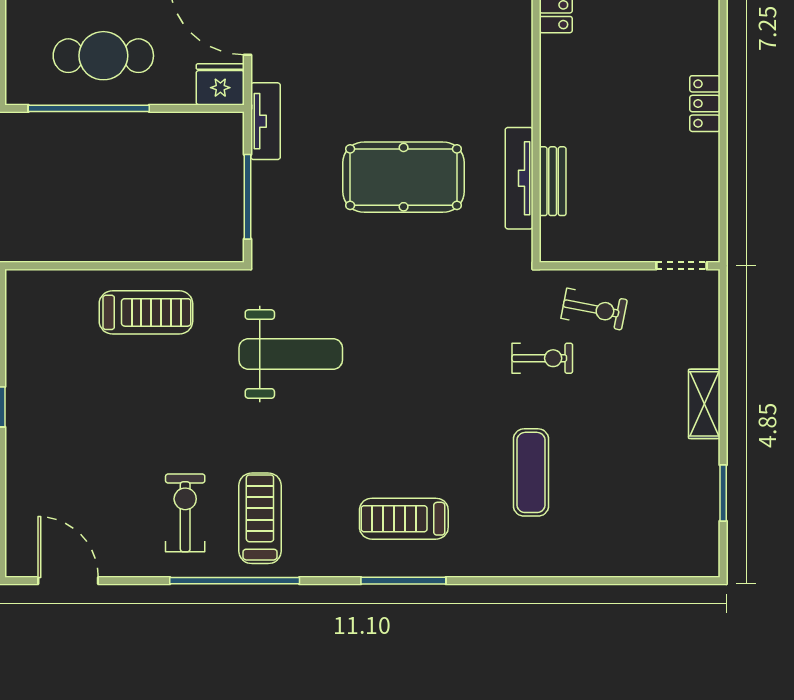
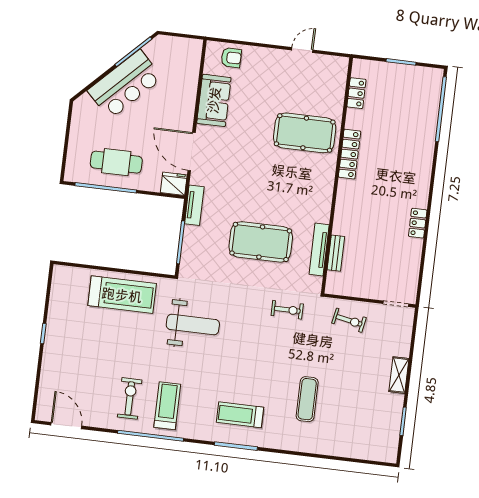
treadmill: (146, 312) -> (122, 295), width x1.37, depth x1.38
exercise bike: (542, 358) -> (287, 310), moved

